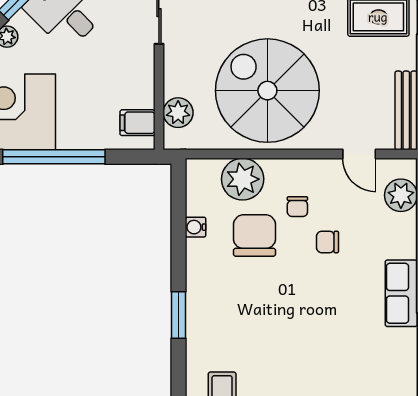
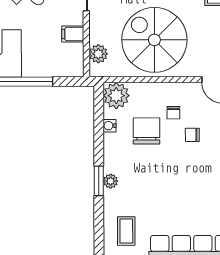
filing cabinet: (137, 123) -> (73, 34), moved
plant: (243, 179) -> (116, 96), moved
plant: (197, 315) -> (111, 181), added

